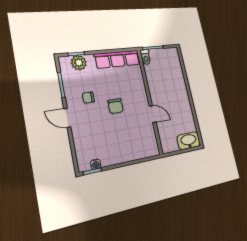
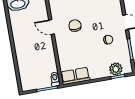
row of seats: (117, 59) -> (75, 76), width x0.68
chair: (116, 106) -> (75, 26), moved

